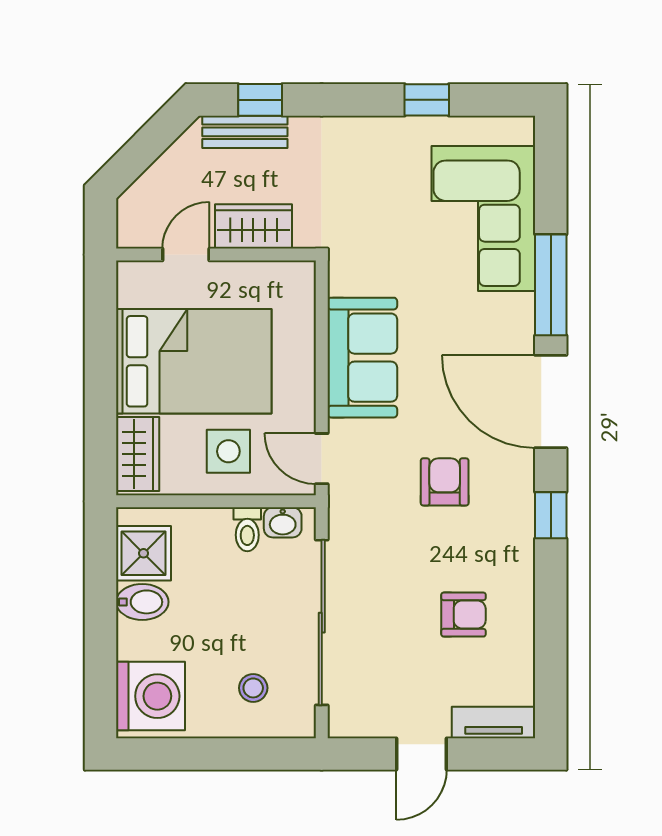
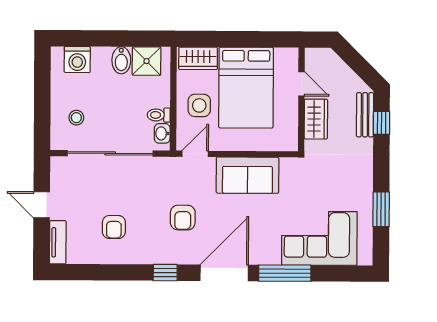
window: (427, 100) -> (381, 209), width x1.50
armchair: (445, 482) -> (183, 218), turned 90
washing machine: (150, 696) -> (77, 59), width x0.73, depth x0.73

